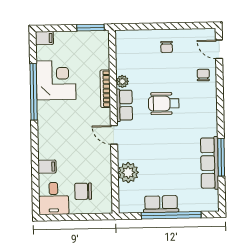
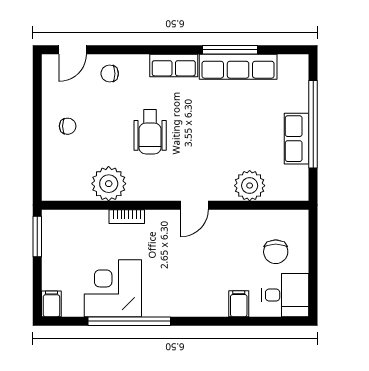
plant: (122, 81) -> (109, 184), width x1.88, depth x1.88
bookcase: (105, 89) -> (127, 217), width x0.64
row of seats: (124, 105) -> (174, 66), moved, turned 180

